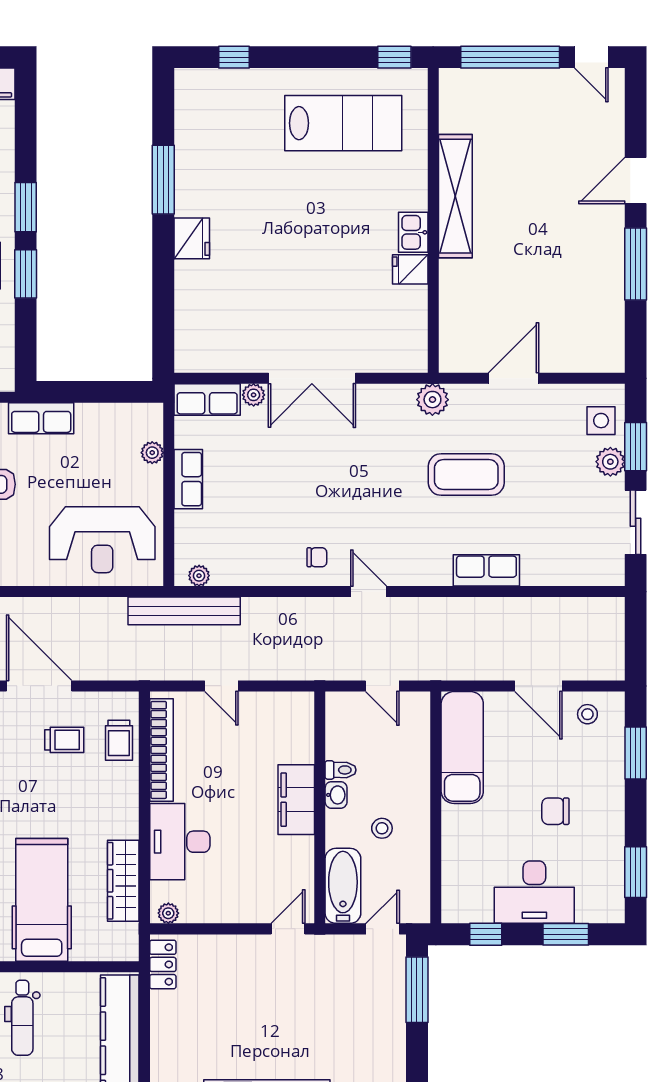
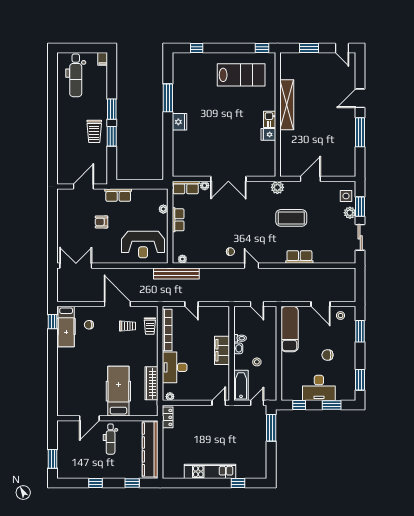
window: (510, 57) -> (309, 48), width x0.47

